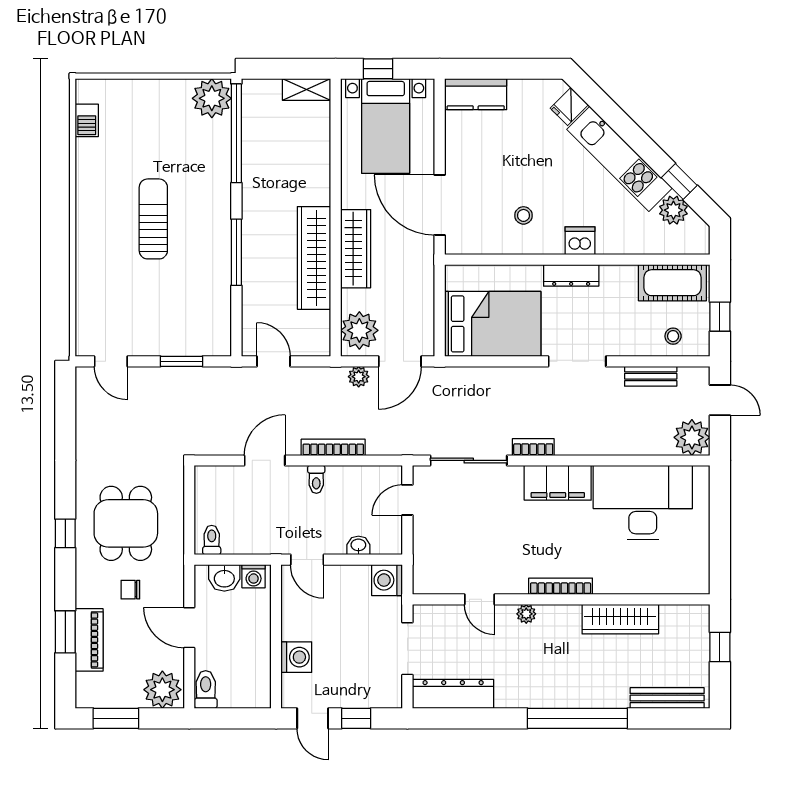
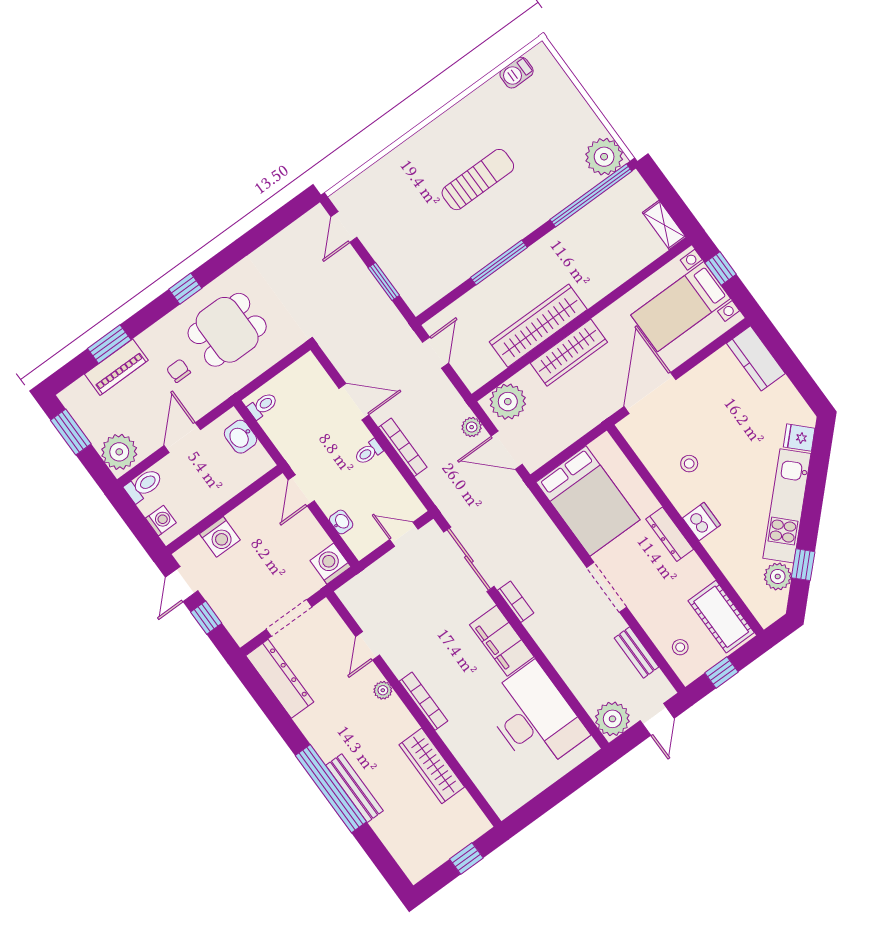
washing machine: (254, 576) -> (161, 521), moved, turned 180
bench: (667, 698) -> (354, 788), moved

